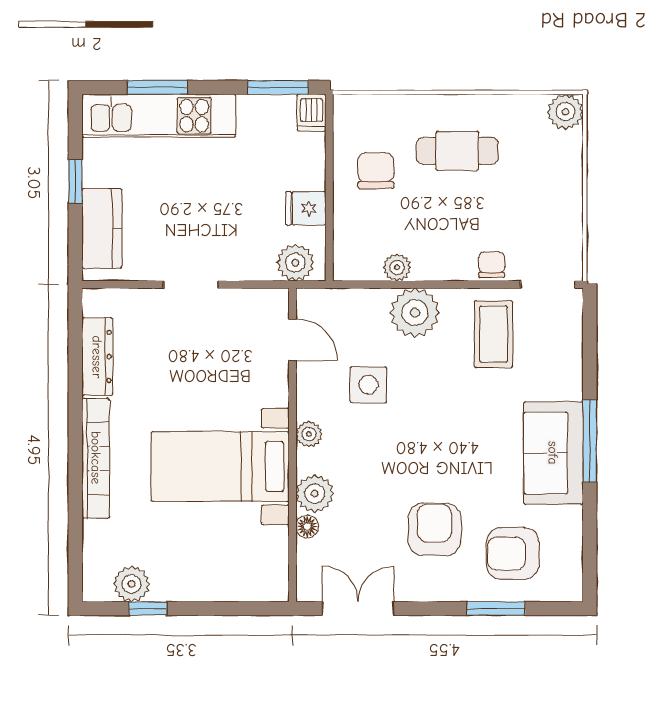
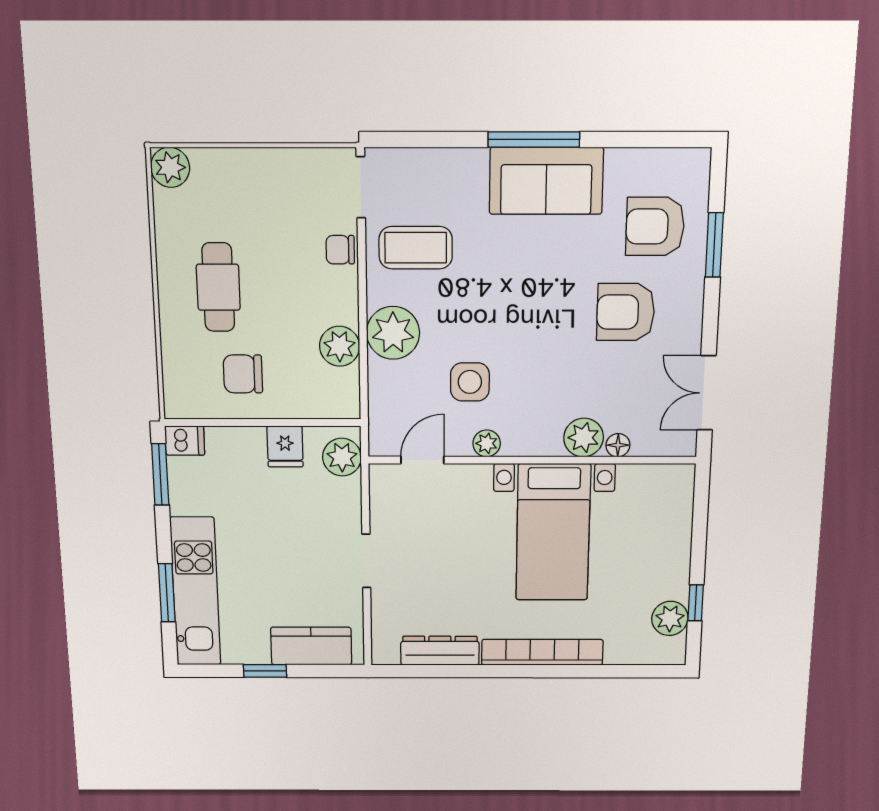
plant: (397, 267) -> (340, 346), width x1.38, depth x1.38
plant: (309, 434) -> (487, 443), moved
armchair: (513, 554) -> (655, 226), turned 90

